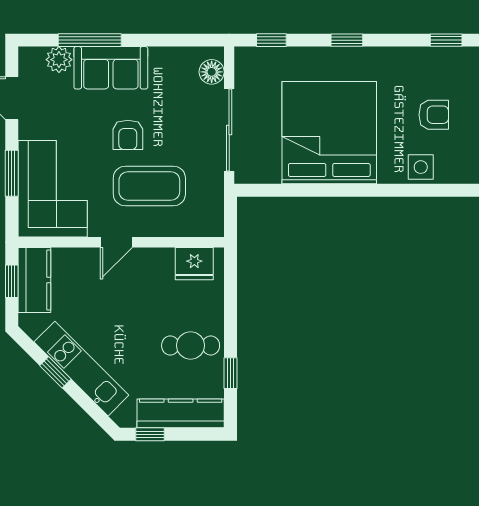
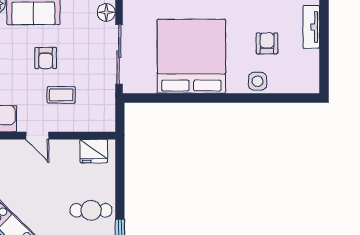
armchair: (434, 115) -> (267, 43), turned -90
coffee table: (149, 186) -> (61, 95), width x0.54, depth x0.58
door: (116, 242) -> (37, 136), hinge flipped

